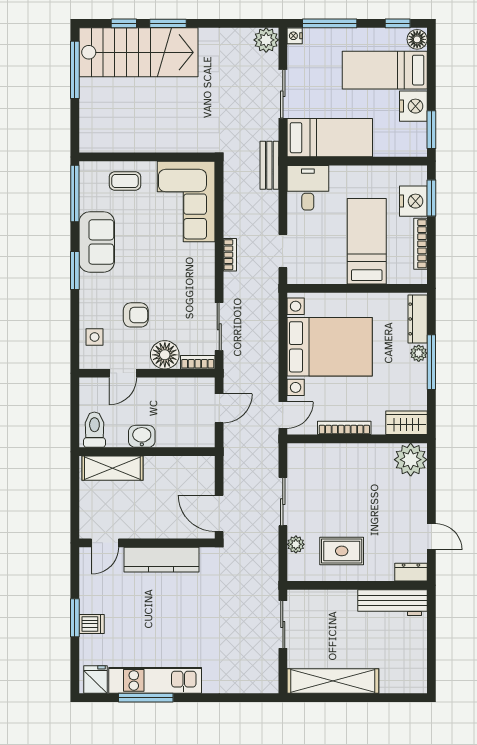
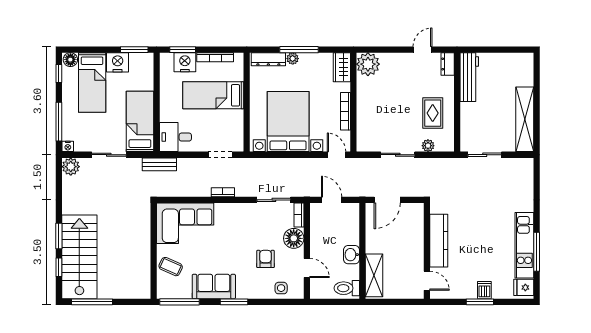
coffee table: (125, 181) -> (171, 267), turned -66
door: (219, 513) -> (387, 200), moved

